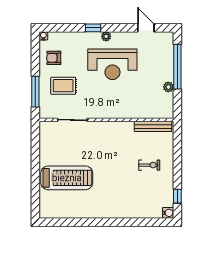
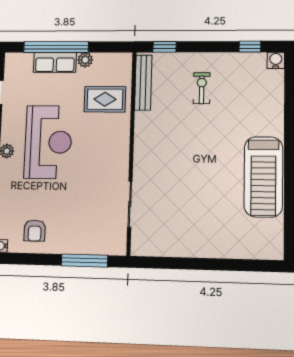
row of seats: (167, 66) -> (55, 62), added
rug: (63, 86) -> (105, 99), moved, turned 90
window: (177, 140) -> (165, 47), added
treadmill: (67, 178) -> (263, 177), moved, turned 180

